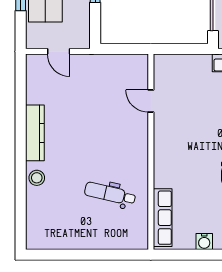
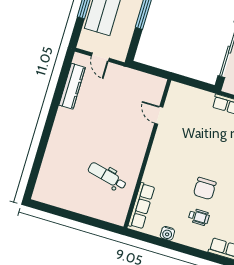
kitchen counter: (35, 133) -> (72, 86), moved
stool: (37, 178) -> (55, 148), removed

